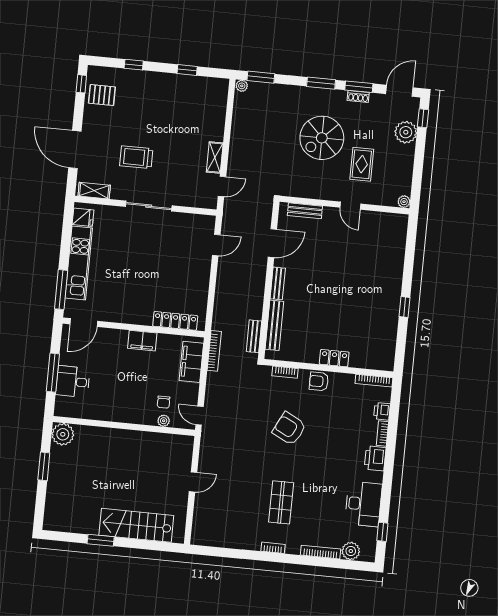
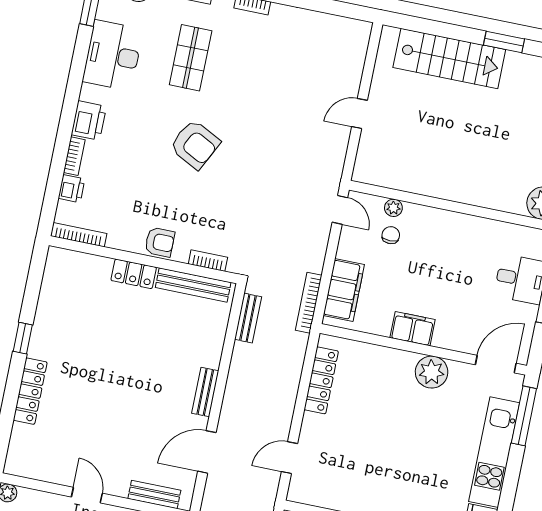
locker: (396, 272) -> (30, 391), added
plant: (126, 313) -> (432, 372), added
locker: (175, 321) -> (321, 380), moved, turned -90
bench: (274, 325) -> (193, 285), moved, turned 90
armchair: (289, 429) -> (195, 144), moved
shop shelf: (281, 502) -> (191, 58), moved

